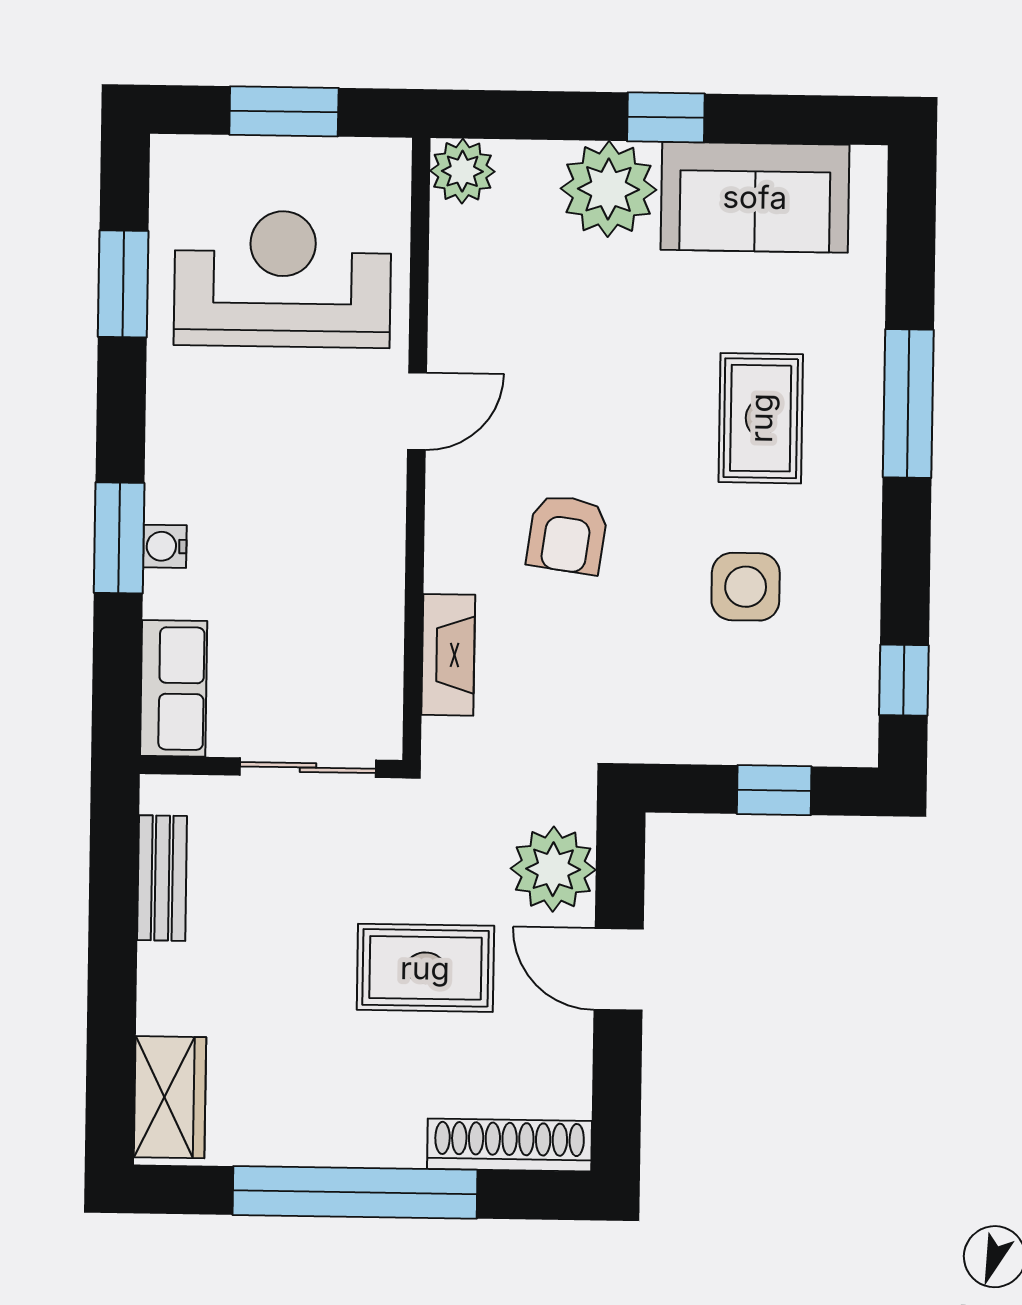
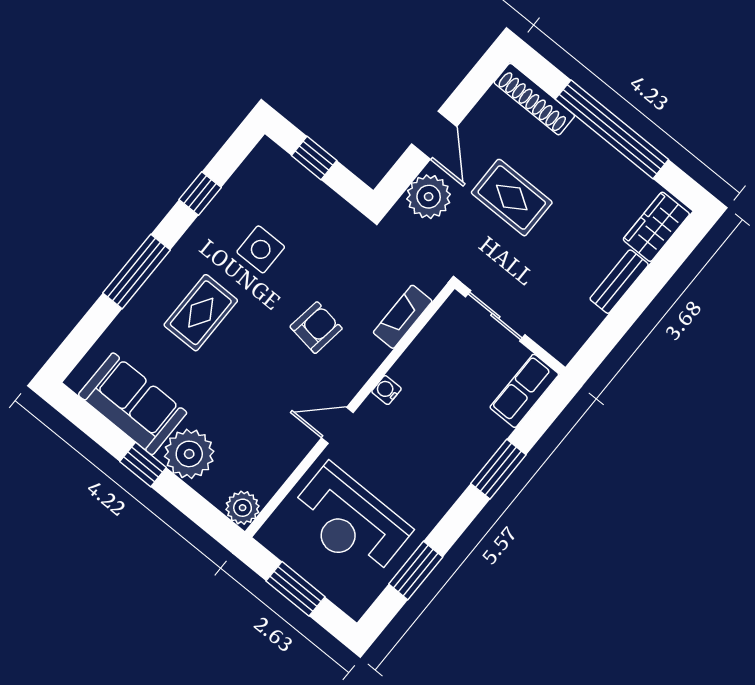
water cooler: (165, 546) -> (386, 390), moved, turned 180
window: (904, 680) -> (200, 194), moved
bench: (162, 878) -> (619, 282), moved

